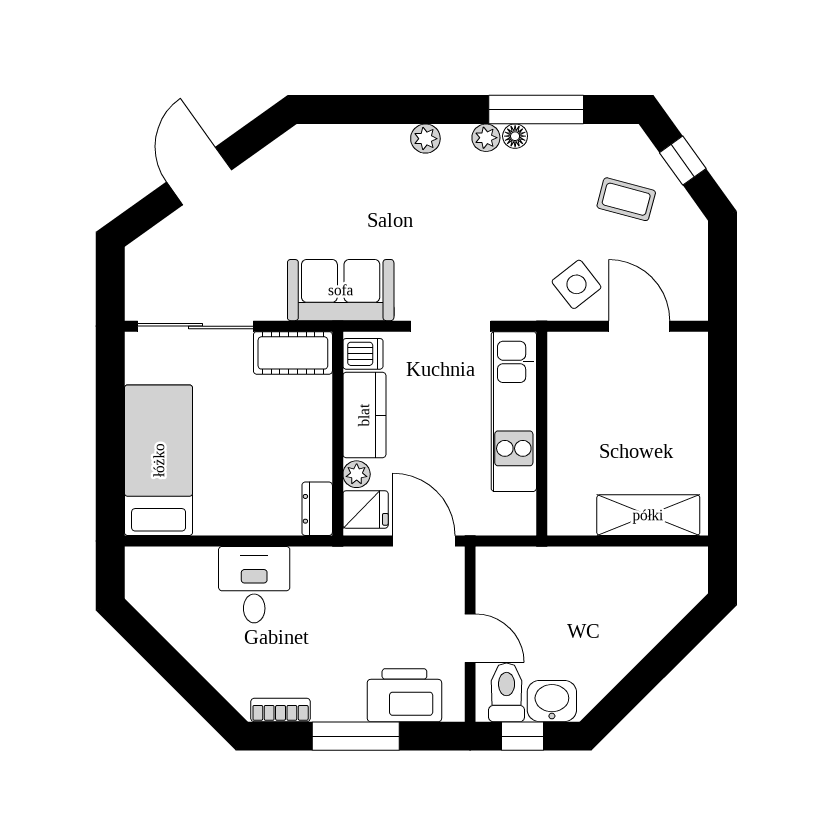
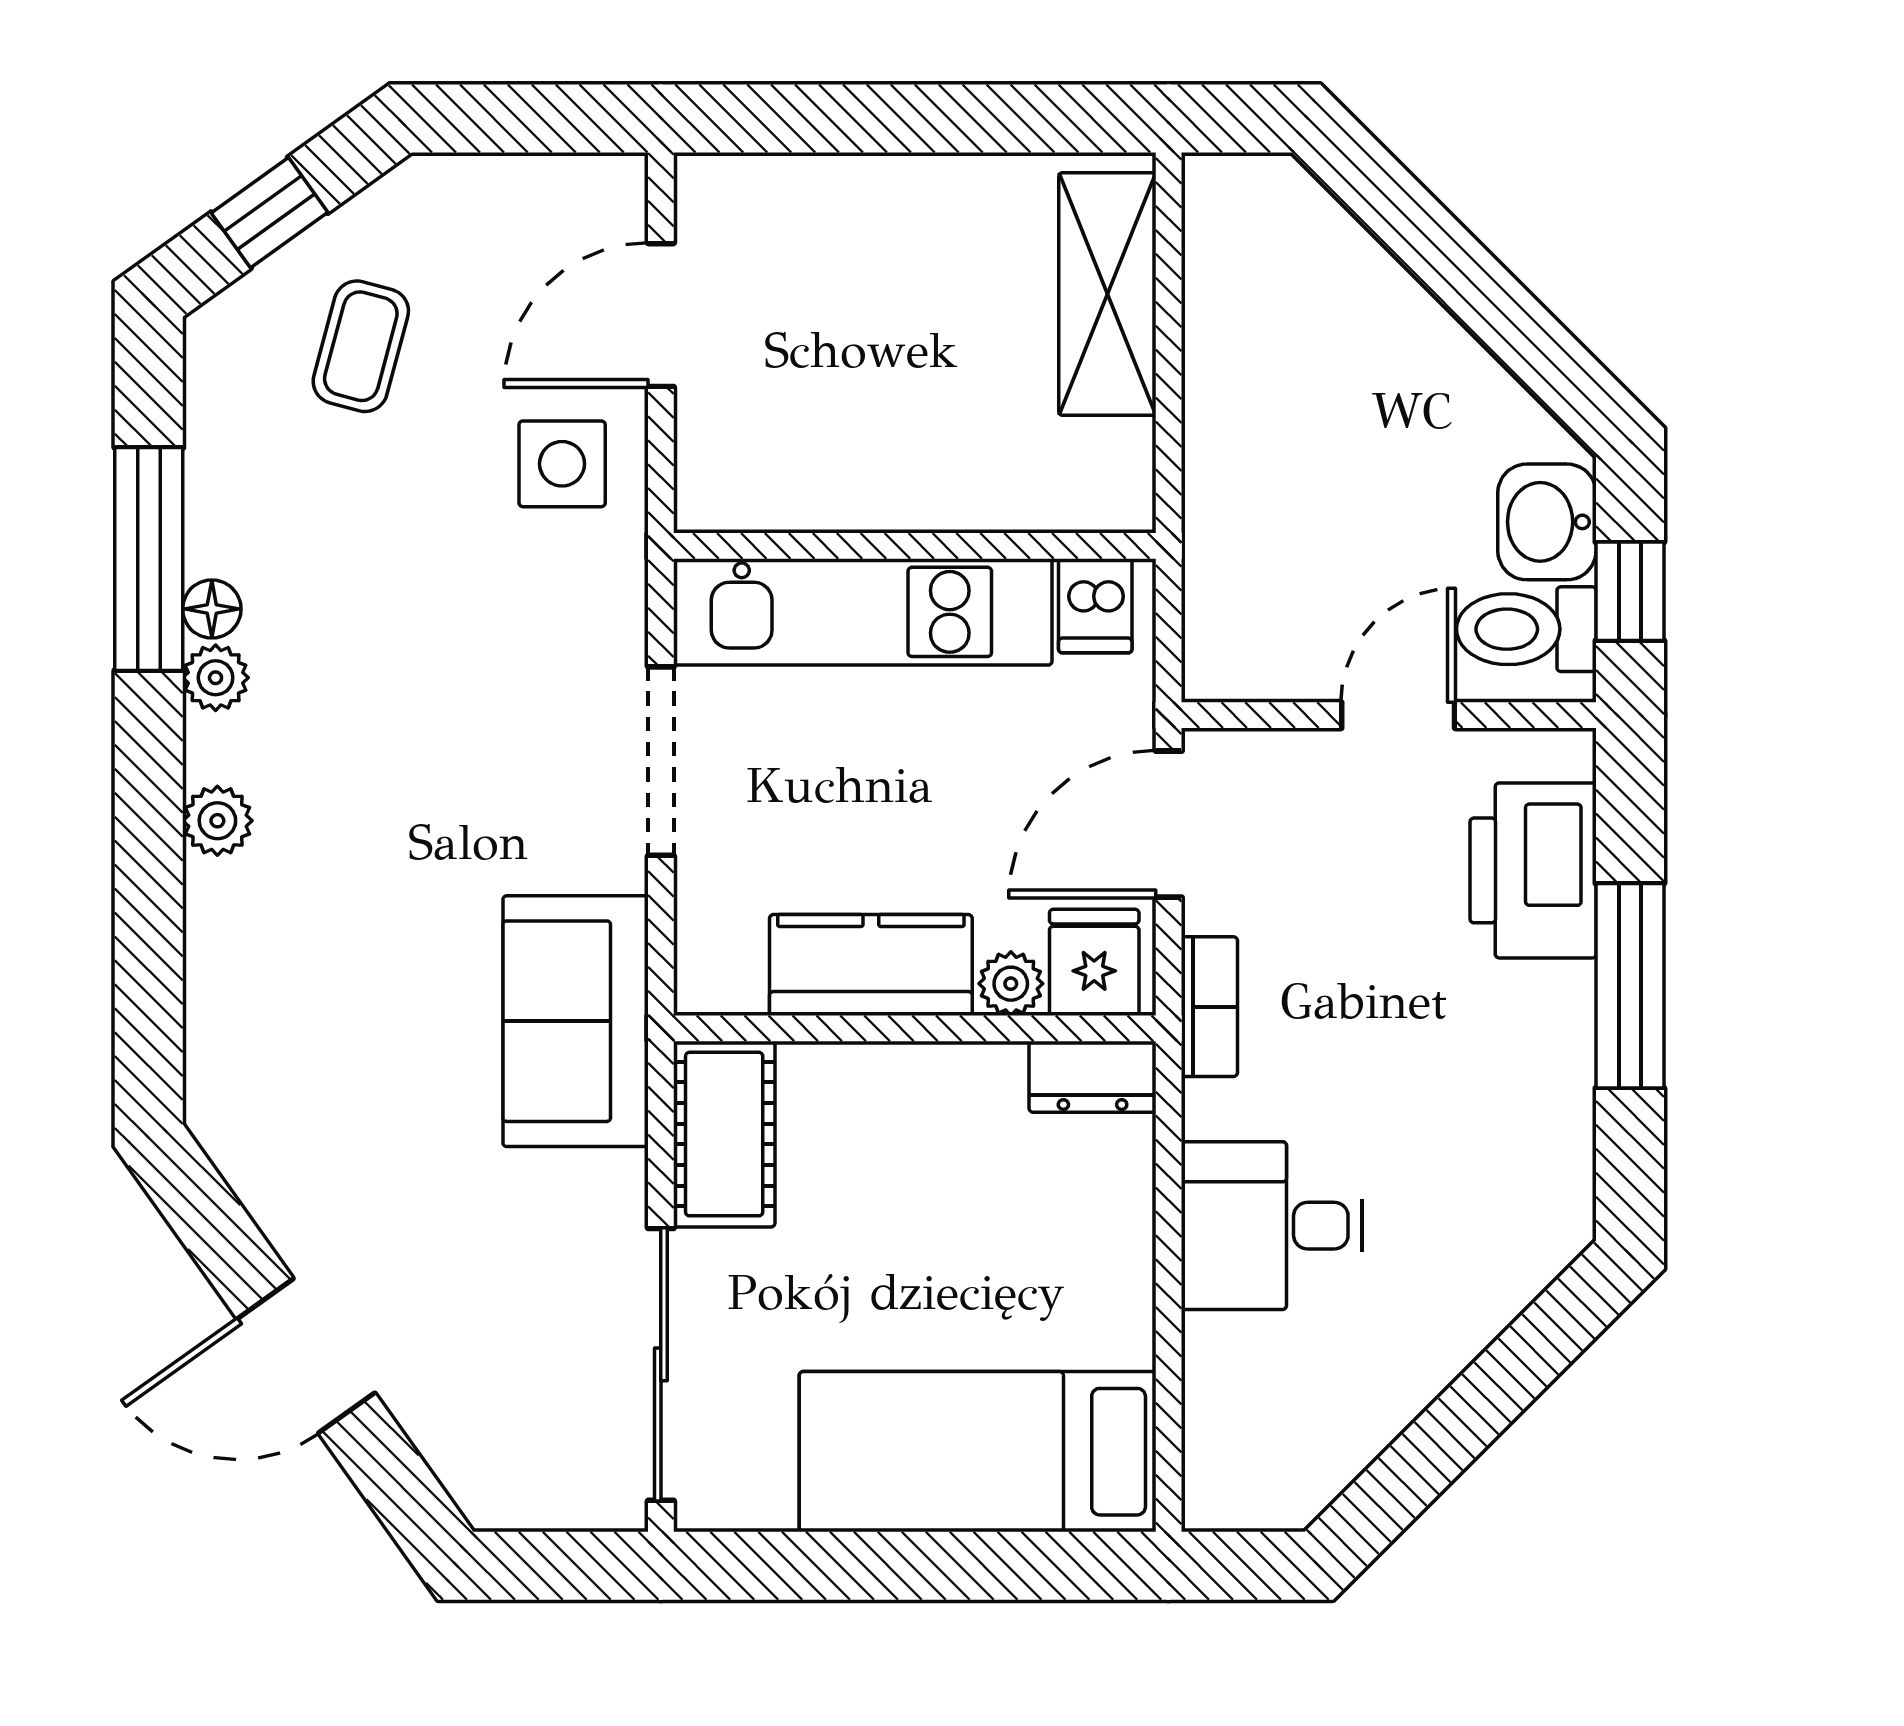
side table: (576, 284) -> (562, 464), turned 38
dishwasher: (363, 354) -> (1095, 606), moved, turned 180
bookcase: (281, 710) -> (1209, 1007), moved, turned 180

